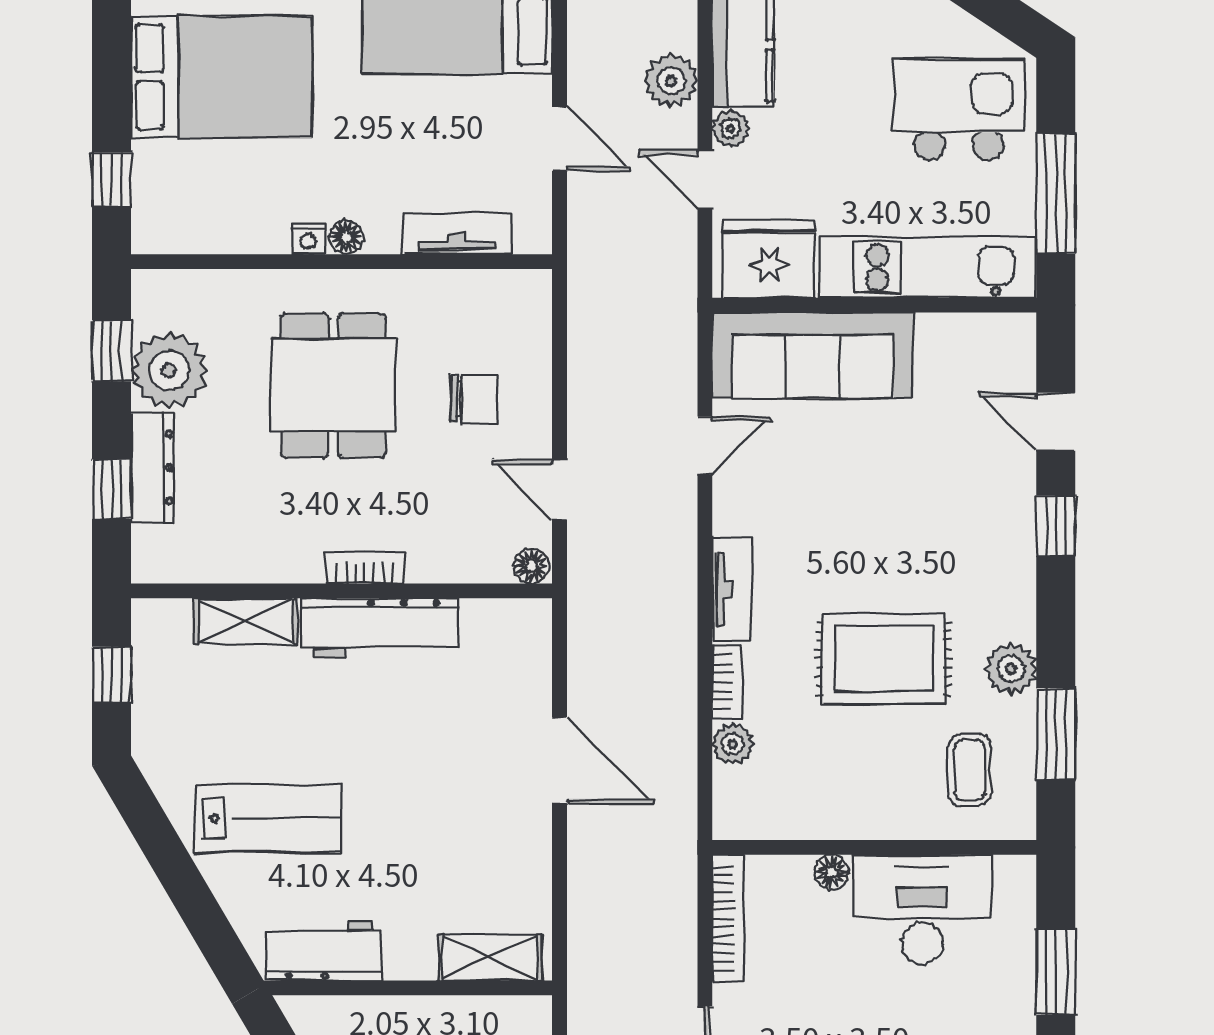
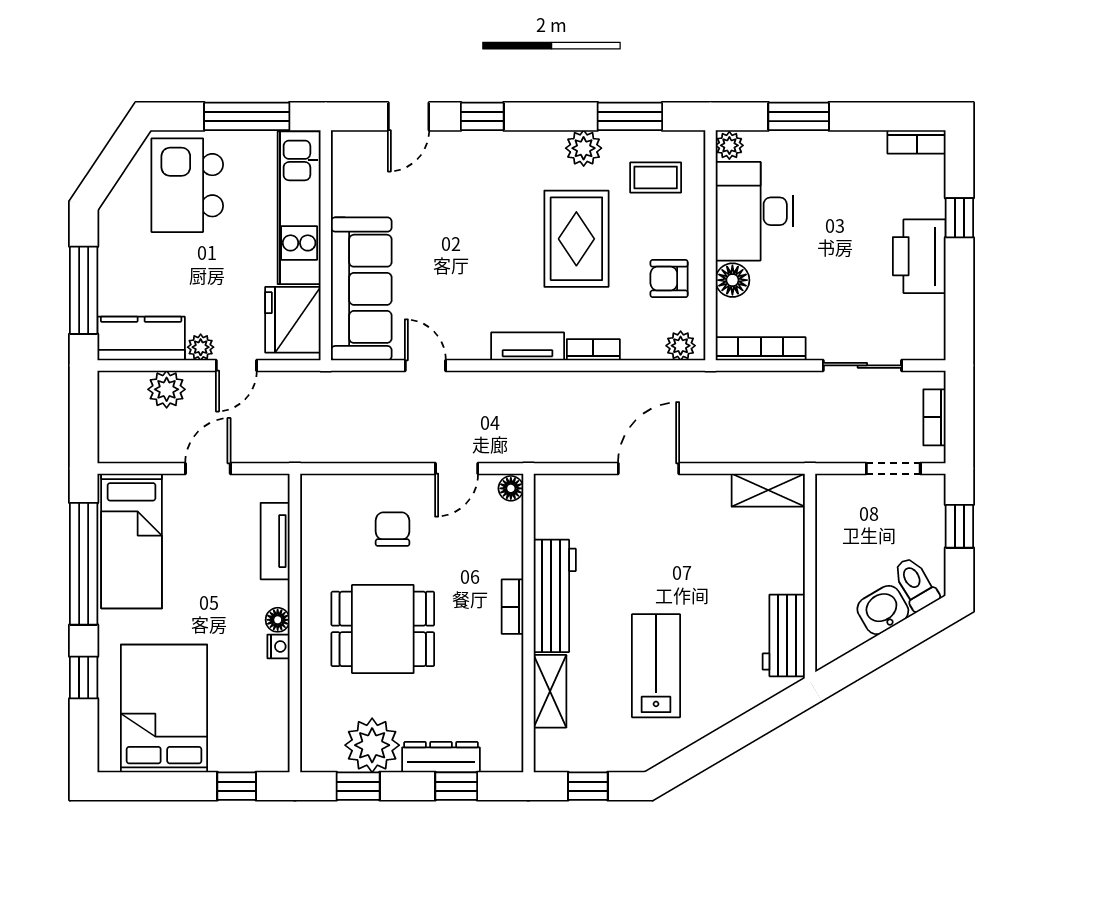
plant: (733, 744) -> (681, 346), moved
armchair: (827, 789) -> (669, 279), added
lab bench: (268, 818) -> (656, 666), moved
floor lamp: (831, 872) -> (732, 280), width x1.37, depth x1.37
plant: (1015, 874) -> (729, 145), added
shelving: (490, 957) -> (768, 490), moved, turned 90

